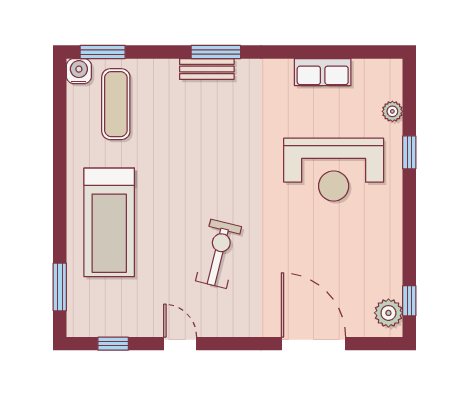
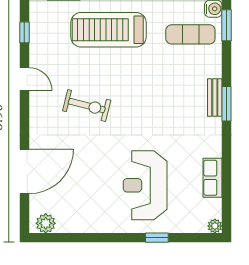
plant: (392, 111) -> (215, 226), moved
window: (409, 301) -> (54, 238), removed
door: (180, 344) -> (24, 79), hinge flipped

